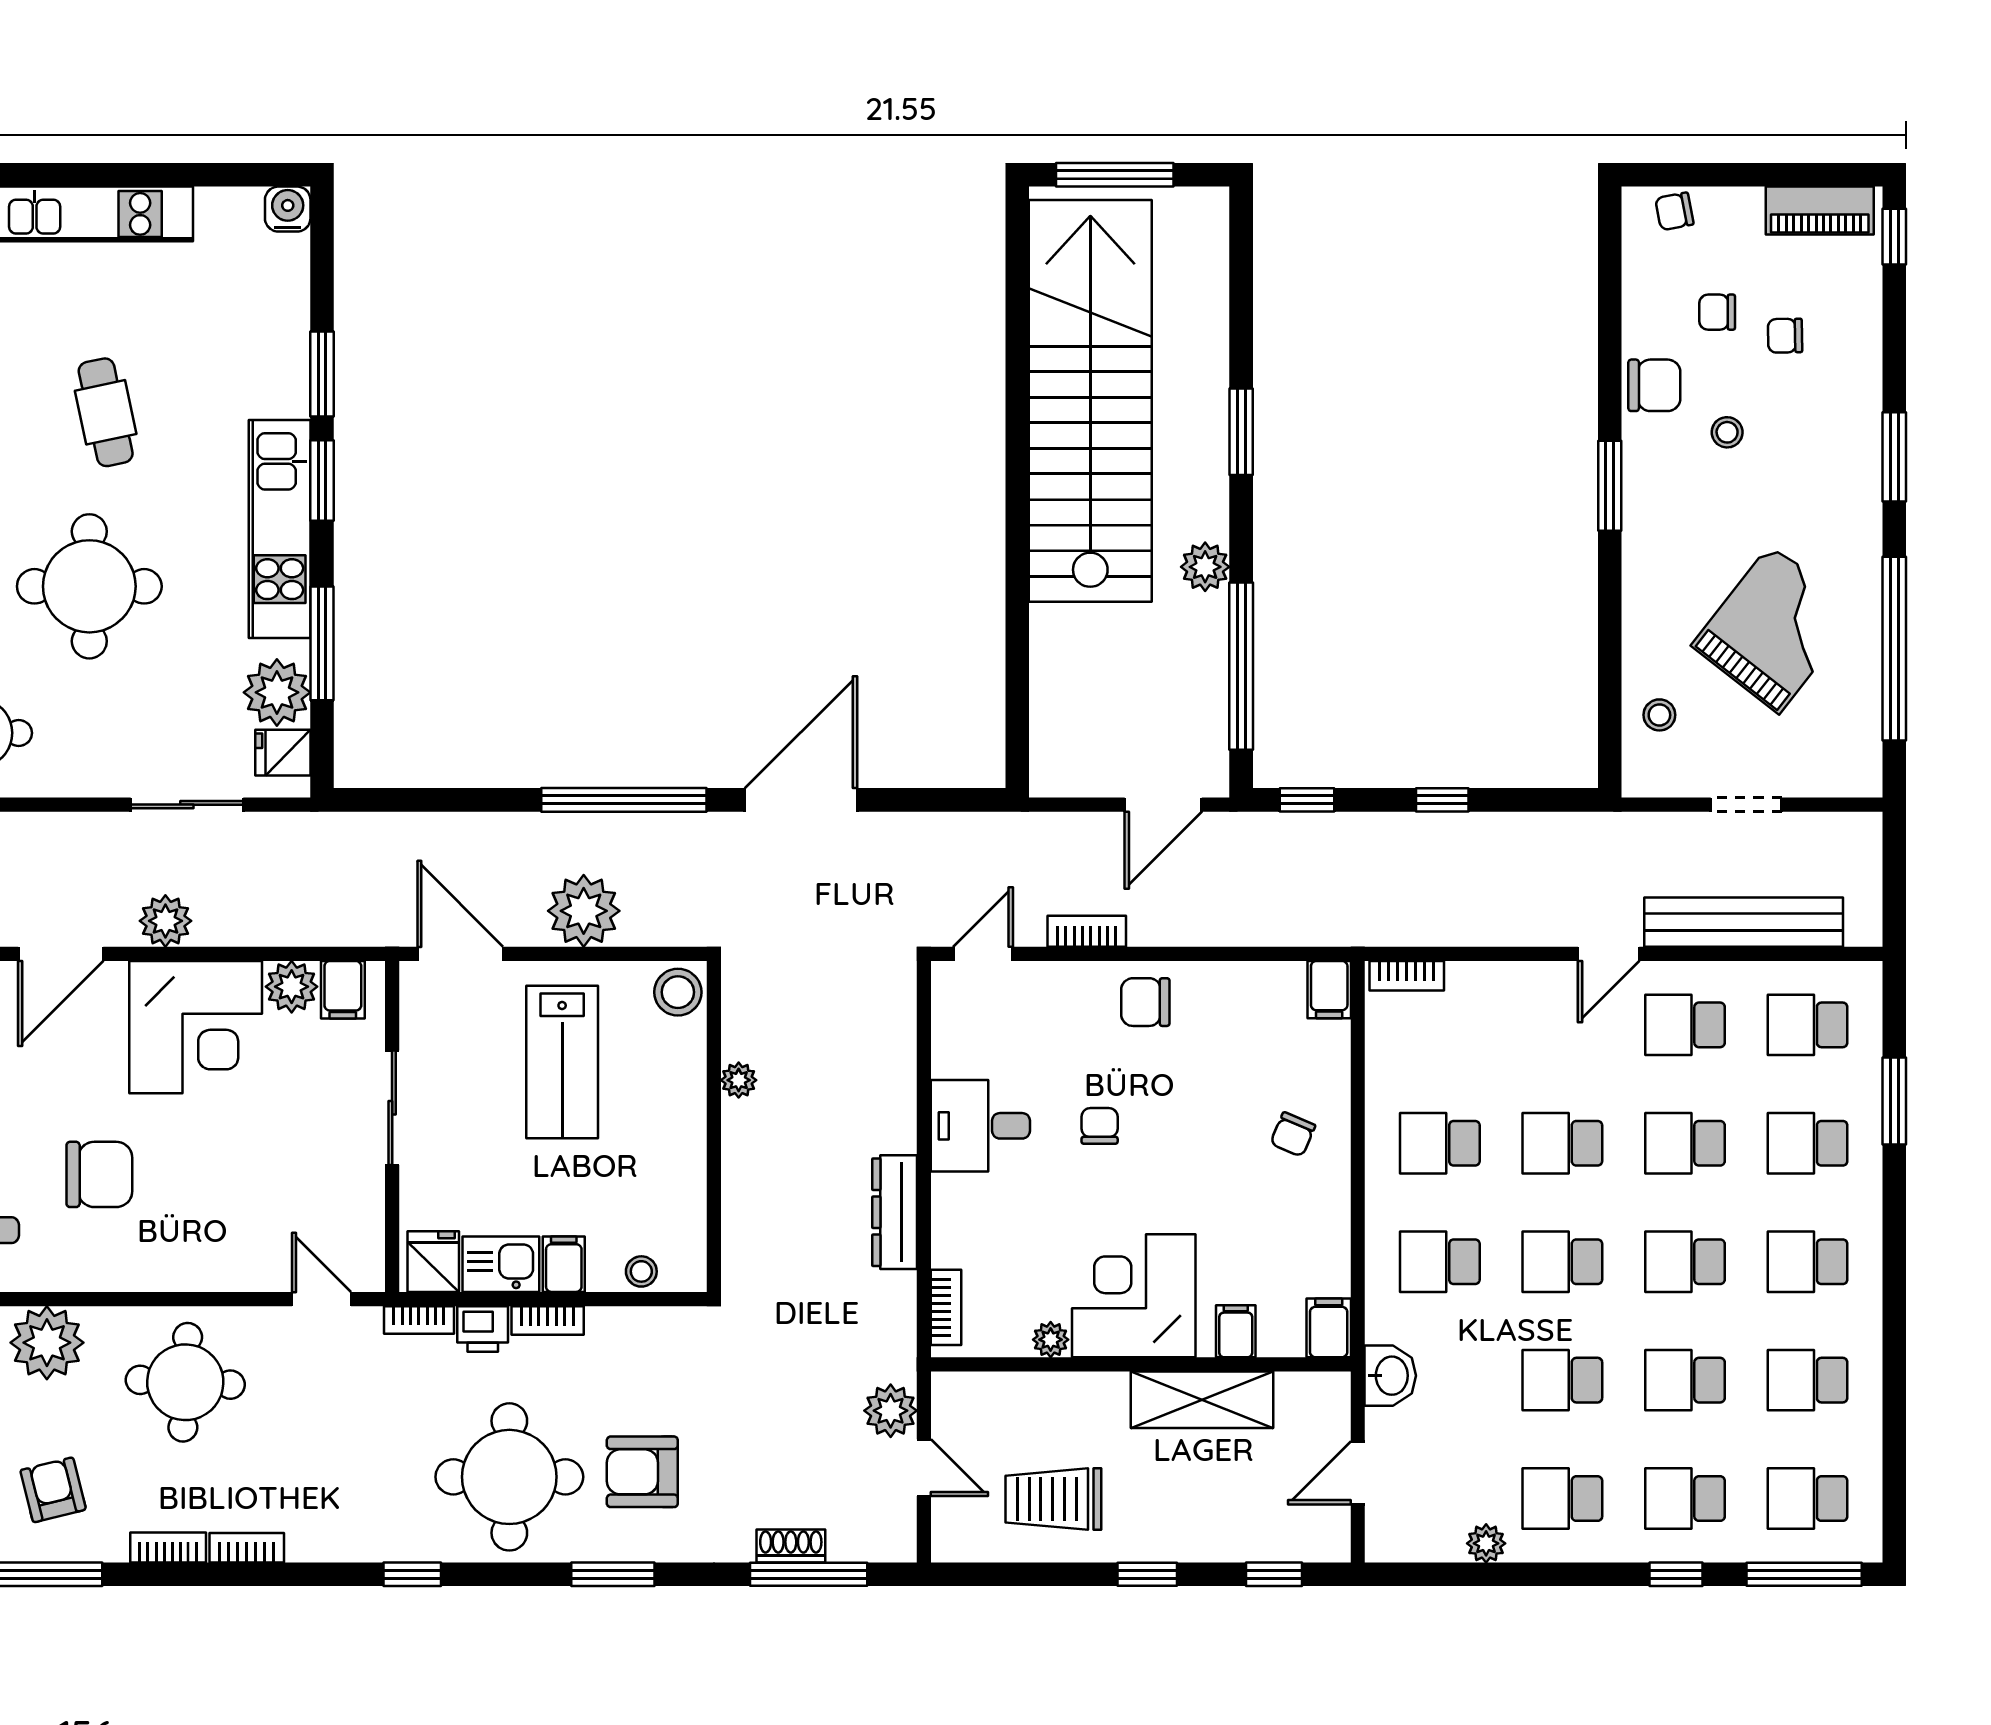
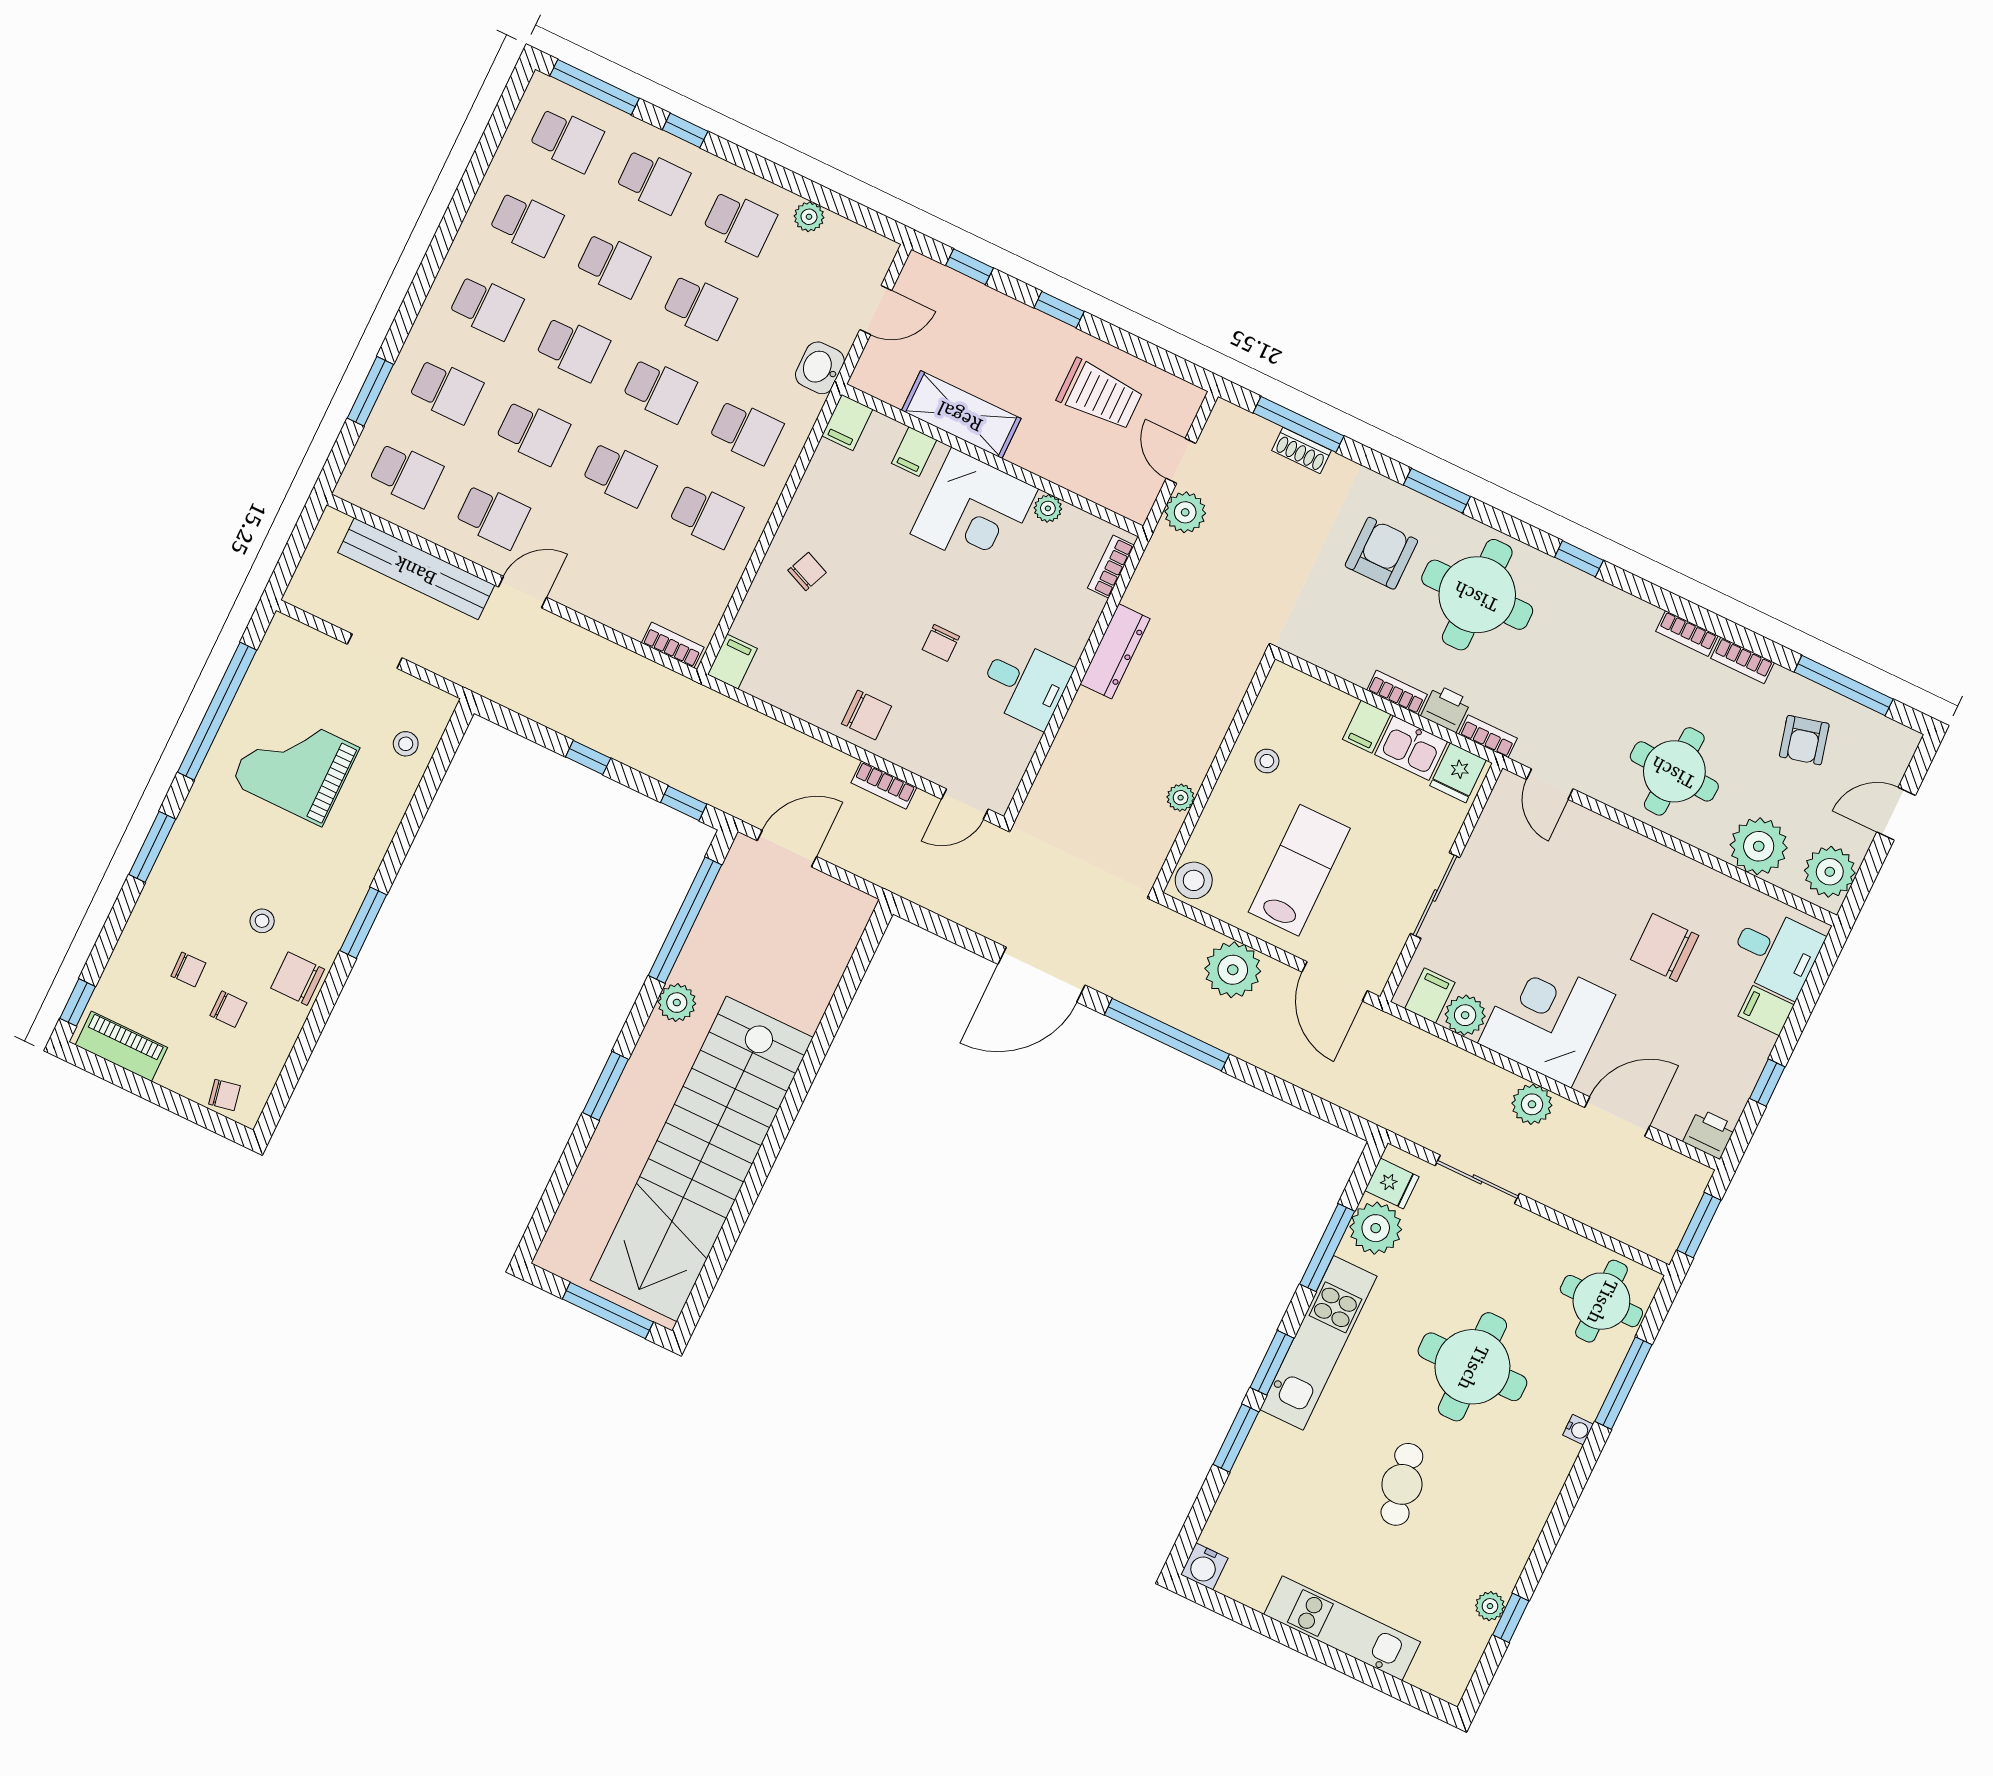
grand piano: (1775, 629) -> (295, 766), turned 52
stool: (641, 1271) -> (1267, 761), moved
armchair: (642, 1472) -> (1381, 553), turned -90

